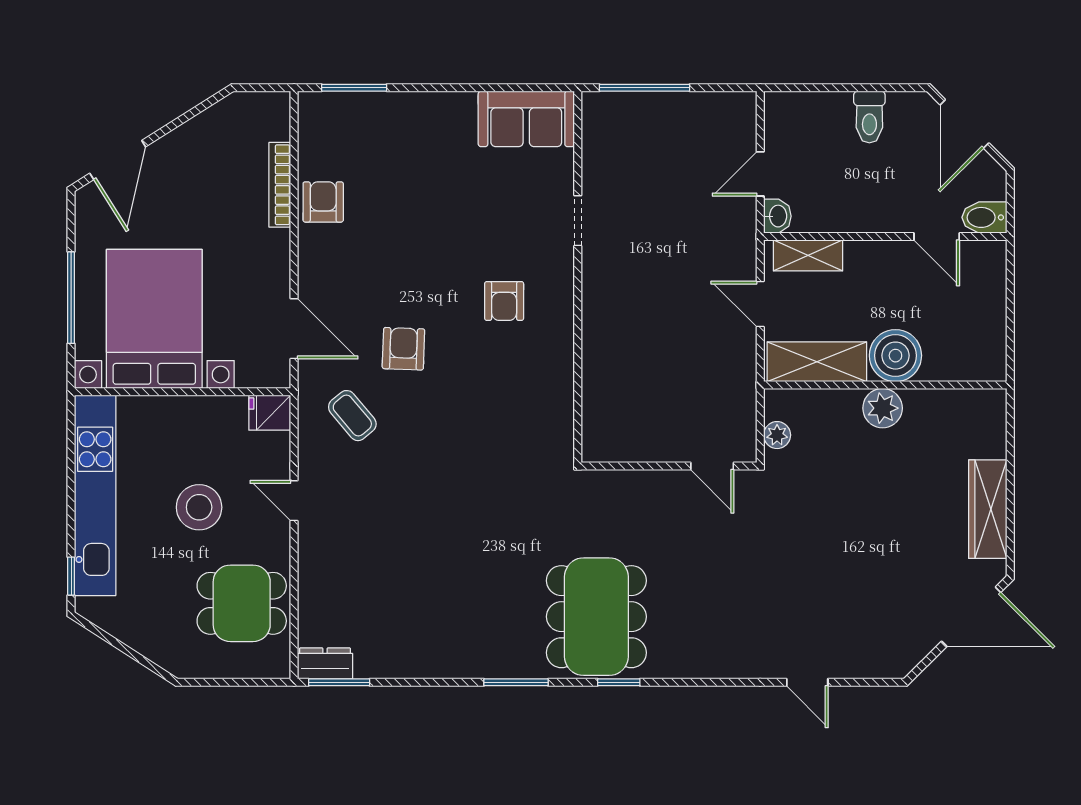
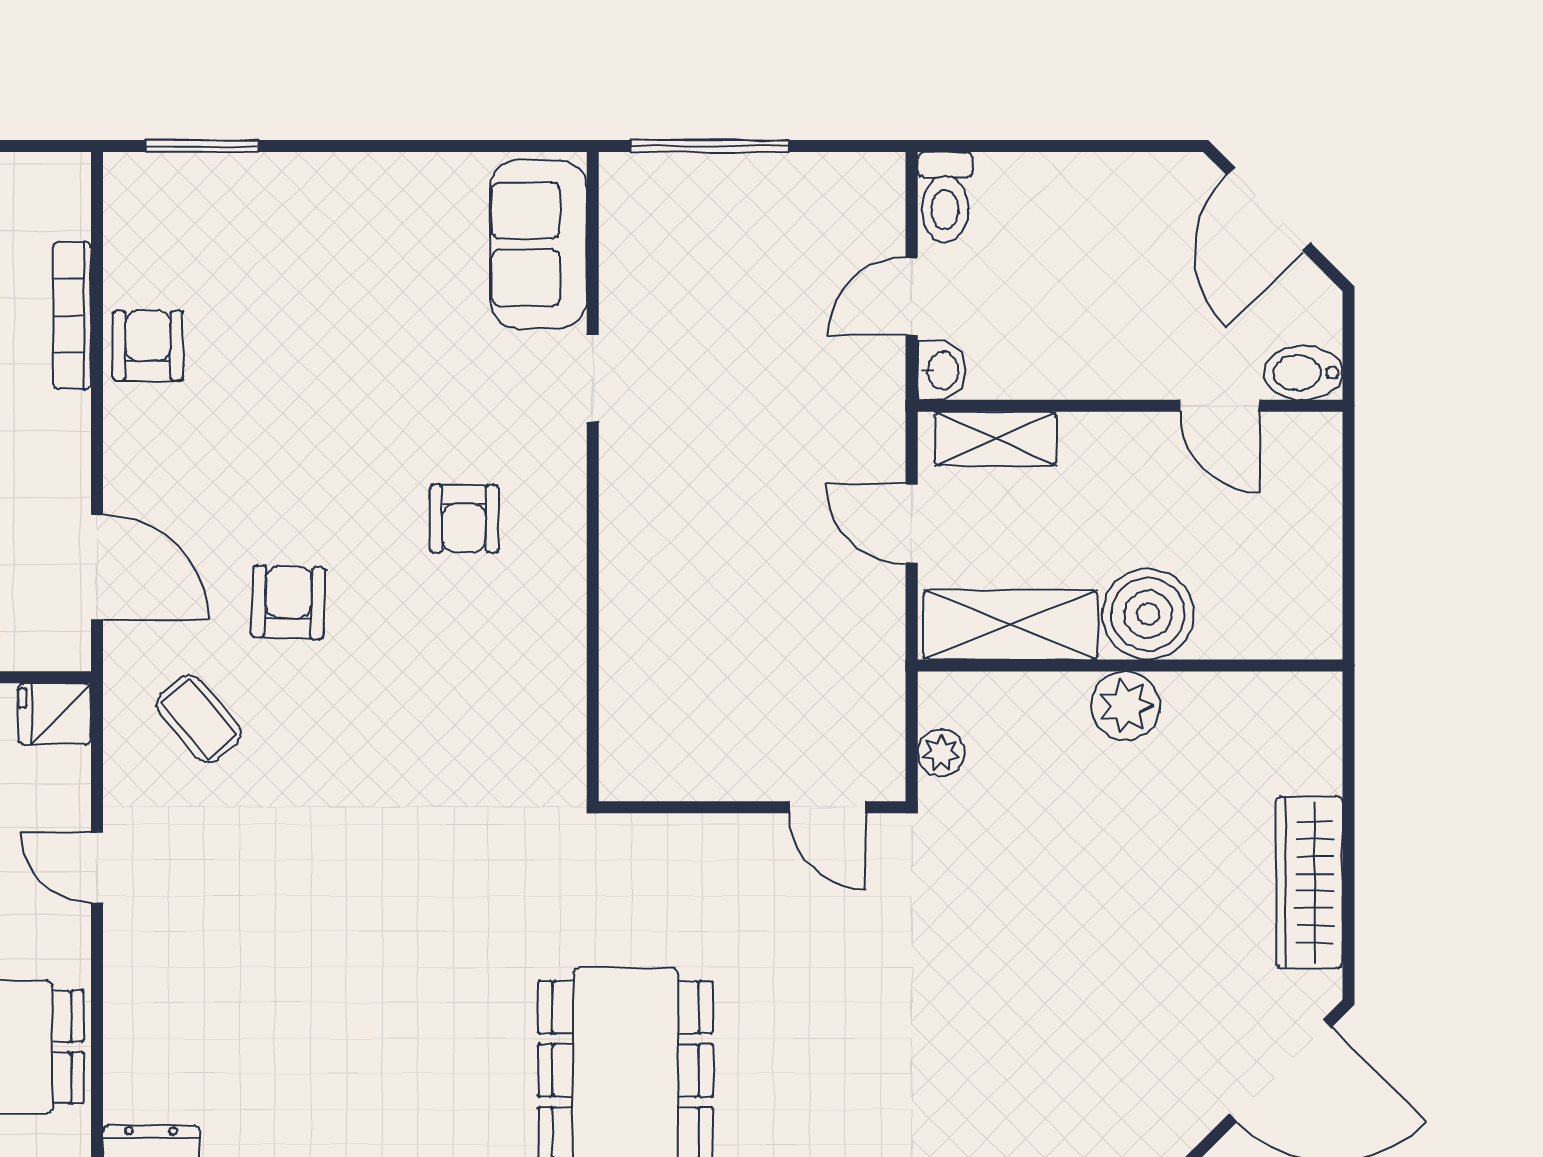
toilet: (869, 117) -> (945, 197), moved
sofa: (526, 119) -> (538, 244), moved, turned 90

